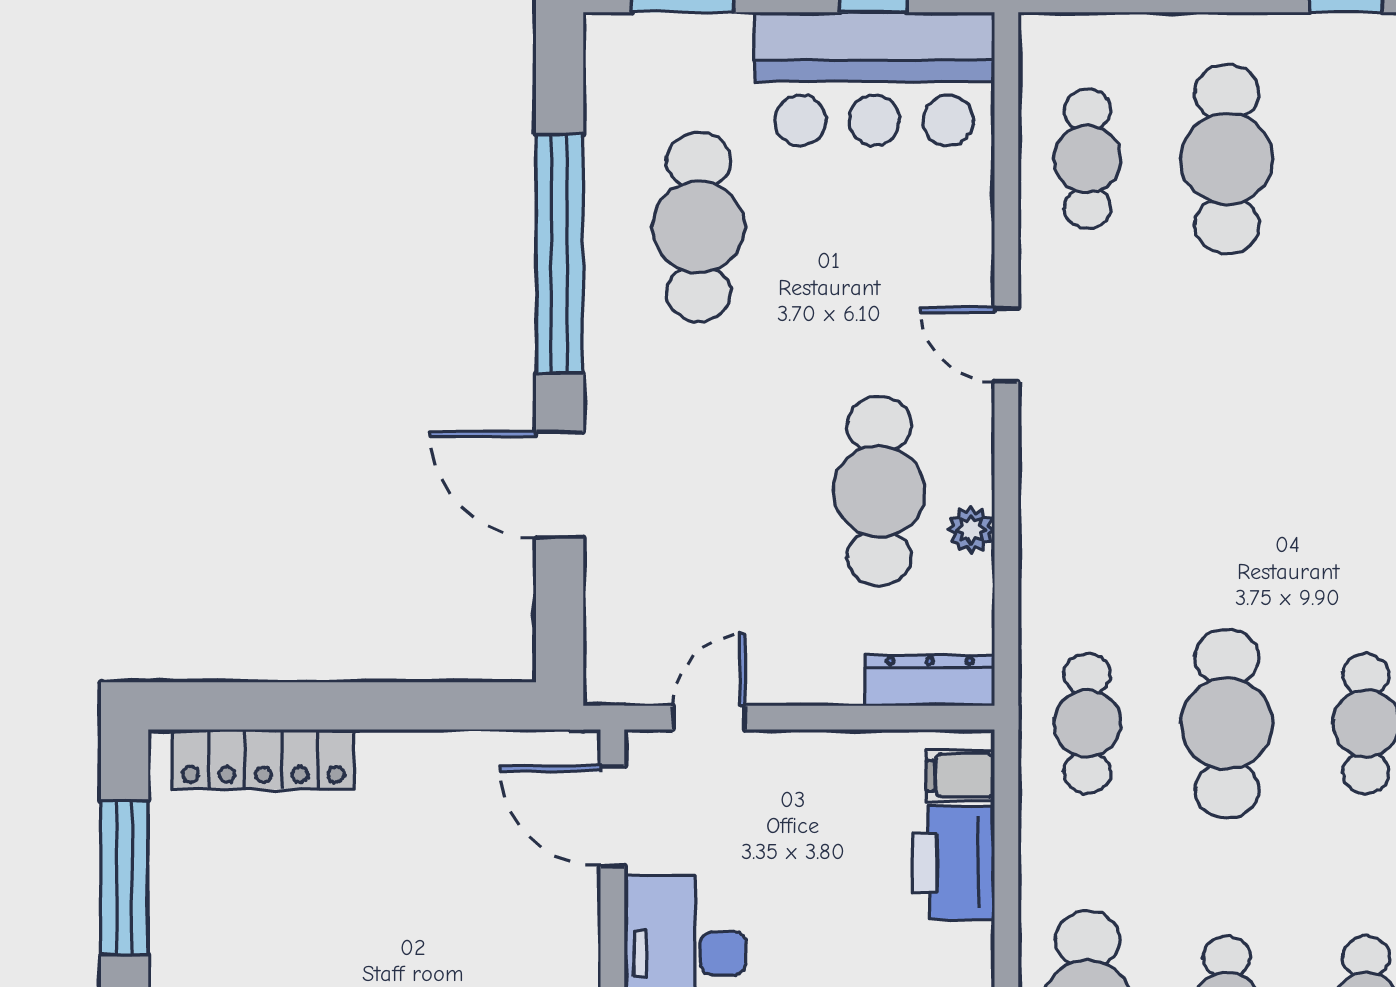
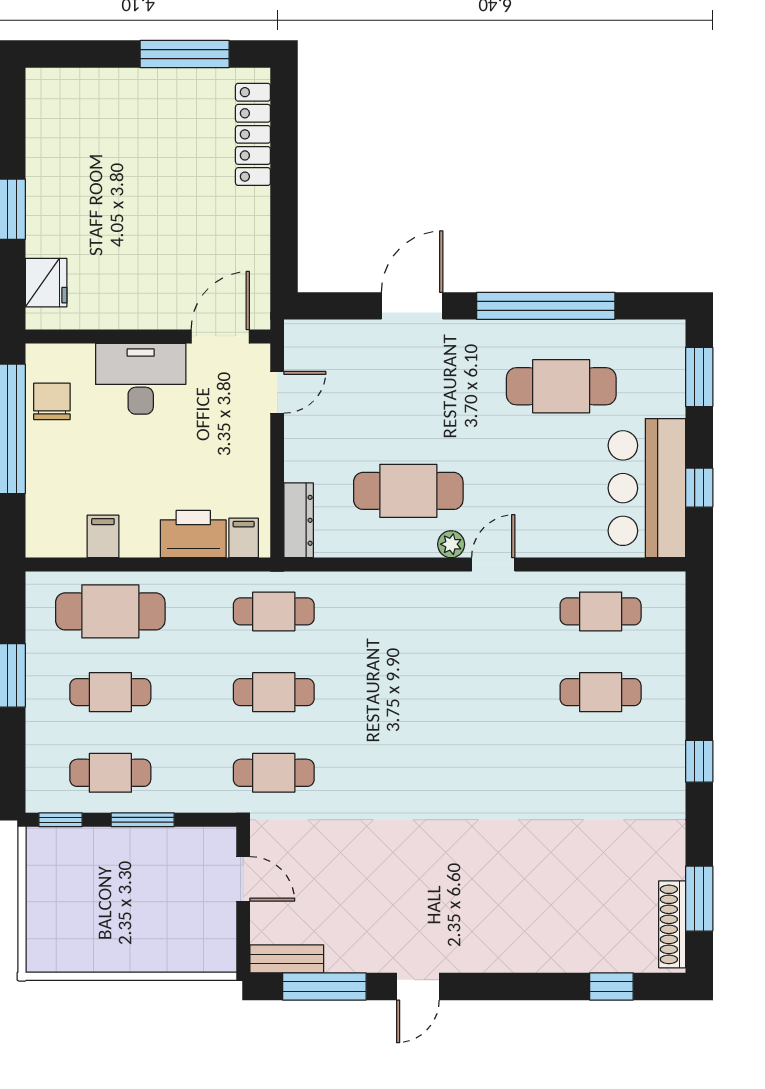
cafe table: (1227, 159) -> (601, 692), width x0.73, depth x0.74
plant: (971, 530) -> (451, 544), moved
door: (709, 718) -> (277, 392), hinge flipped
cafe table: (1227, 724) -> (274, 692), width x0.73, depth x0.74

